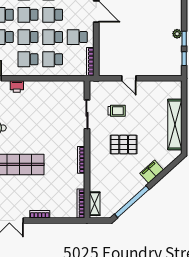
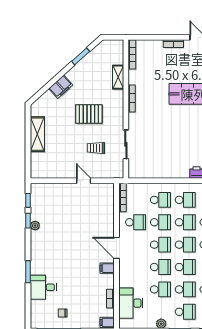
shelving: (175, 124) -> (37, 134), width x0.68
window: (132, 202) -> (81, 56), width x0.47
shelving: (95, 204) -> (118, 77), moved

